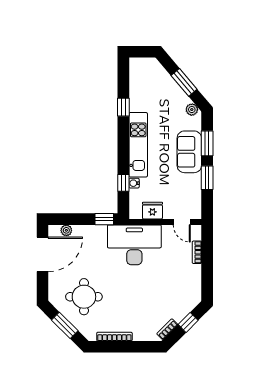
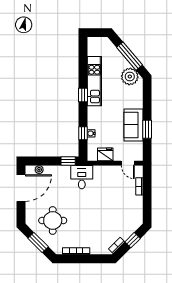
window: (184, 82) -> (129, 56), width x1.44
window: (123, 107) -> (83, 95), moved
plant: (192, 110) -> (130, 77), width x1.88, depth x1.88
window: (207, 143) -> (147, 103), removed
kitchen unit: (138, 145) -> (94, 81), moved
sofa: (189, 152) -> (133, 125), moved
desk: (134, 245) -> (82, 177), width x0.53, depth x0.77

